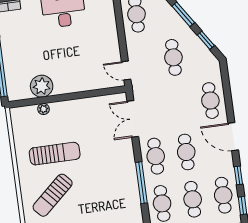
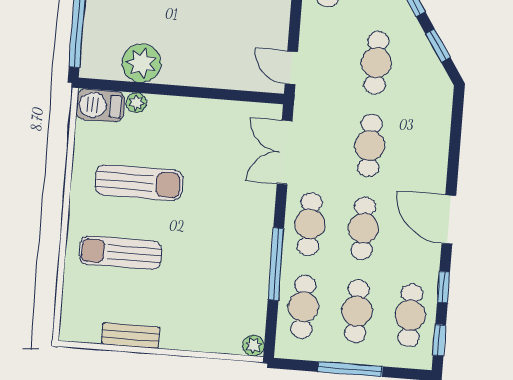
cafe table: (210, 101) -> (370, 146), moved
barbecue: (24, 115) -> (100, 105), added
sun lounger: (53, 195) -> (120, 253), turned 42

